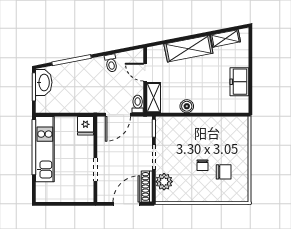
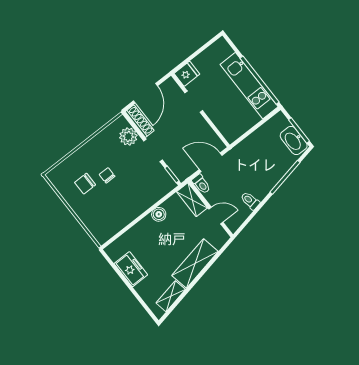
door: (118, 115) -> (211, 162), hinge flipped
fridge: (85, 126) -> (187, 74), moved, turned 90

